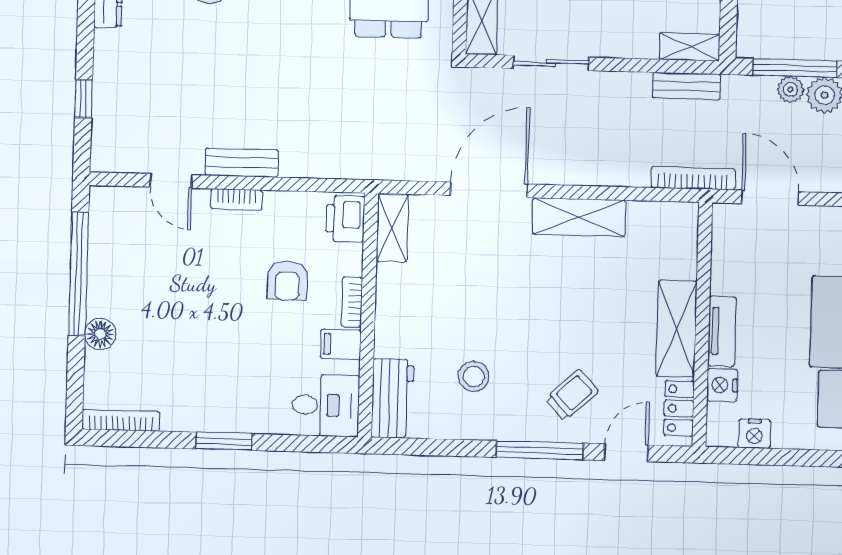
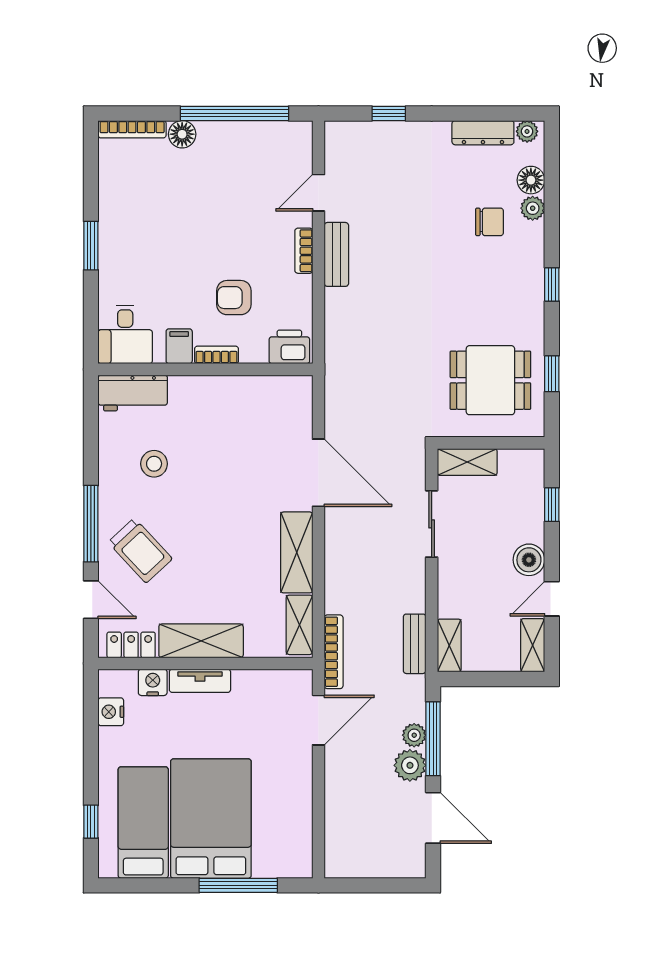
shelving: (392, 228) -> (300, 625), moved, turned 90
trolley: (572, 395) -> (140, 550), width x1.36, depth x1.39
bookcase: (121, 420) -> (132, 129), moved, turned 90

